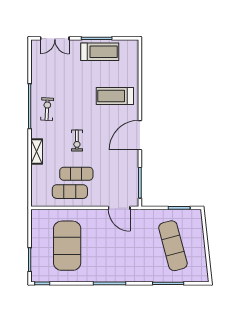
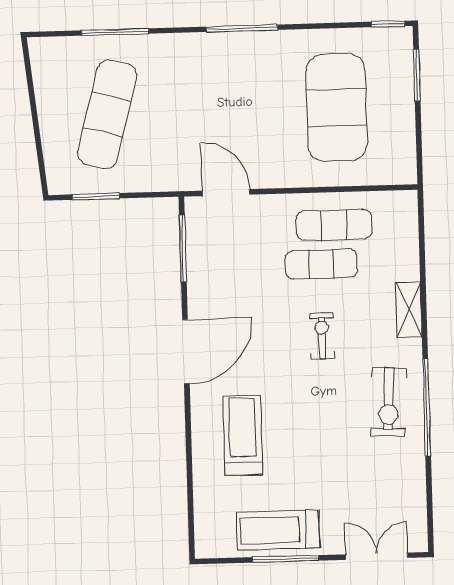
treadmill: (115, 96) -> (243, 435), turned -90
exercise bike: (47, 109) -> (389, 402), width x1.38, depth x1.39
exercise mat: (173, 246) -> (107, 114), turned 30

